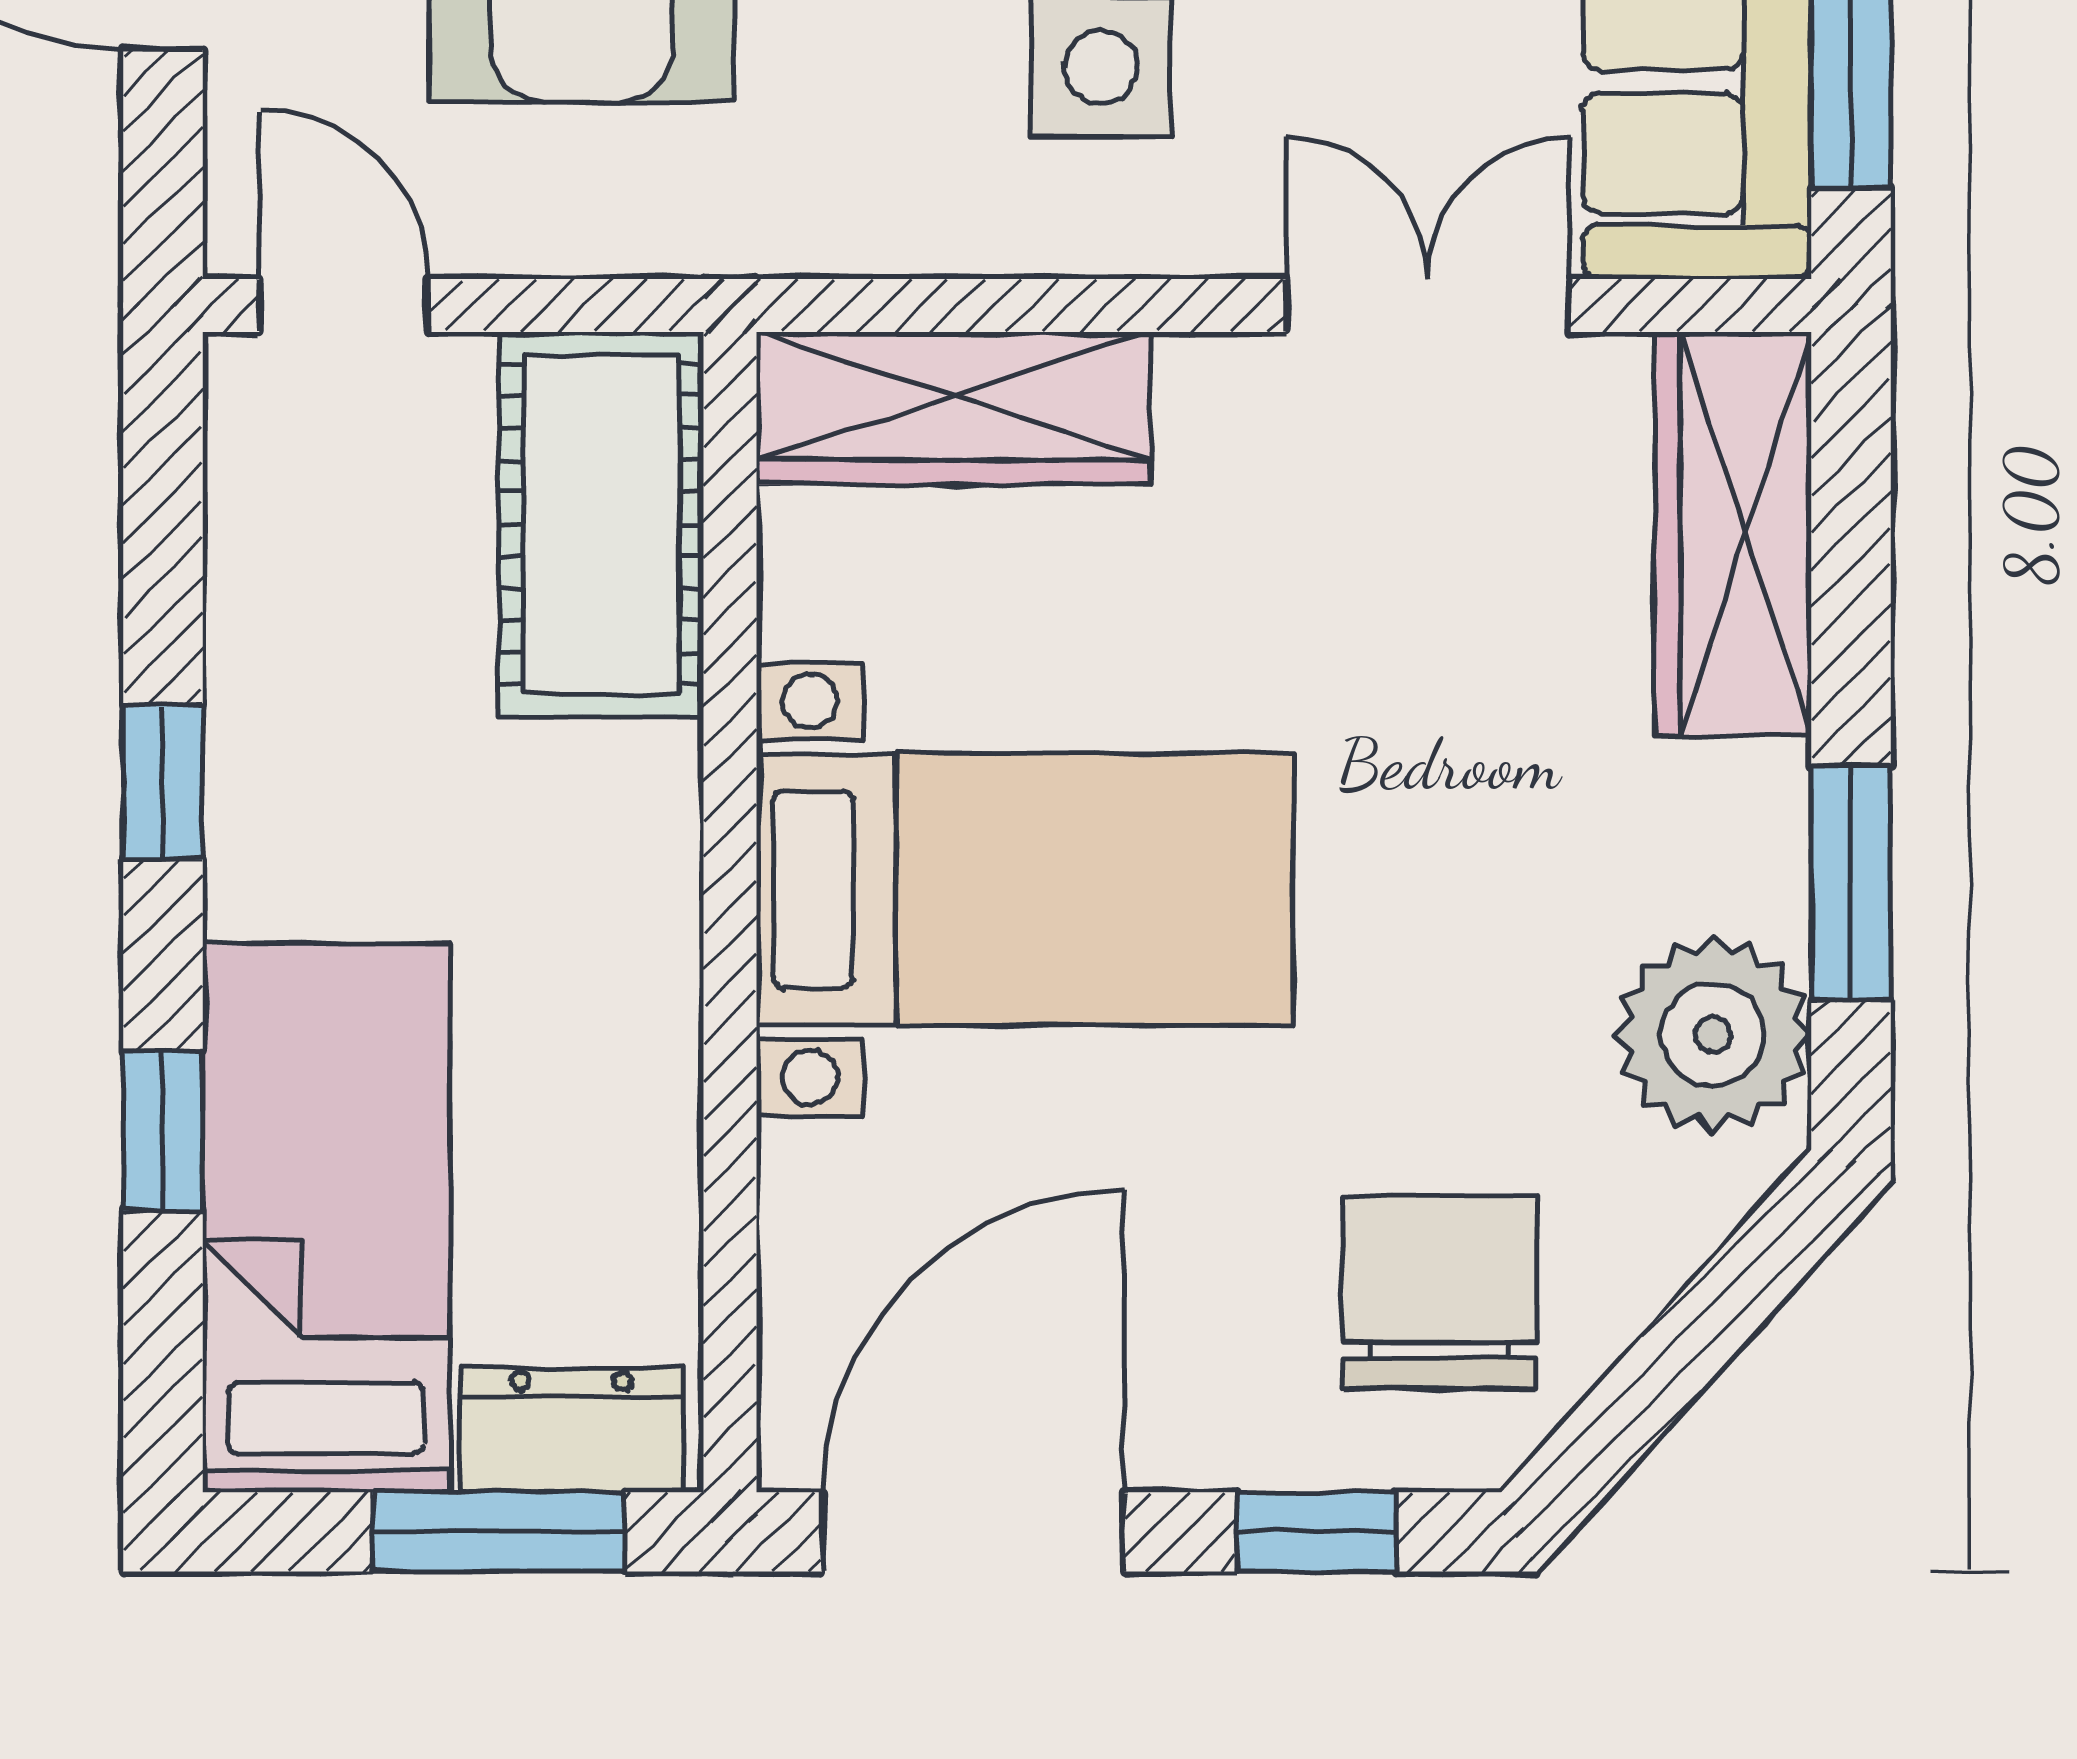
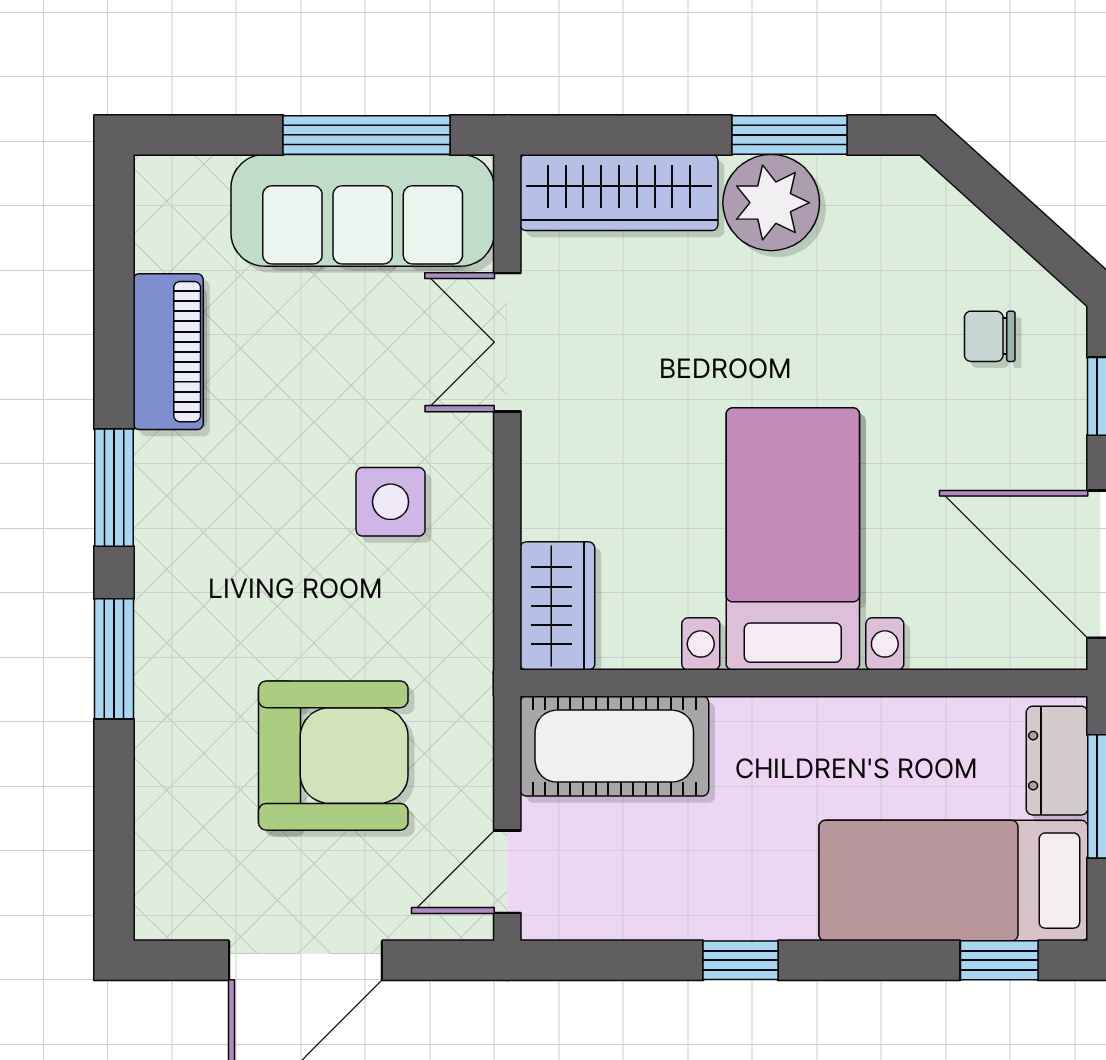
wardrobe: (953, 408) -> (557, 606), width x0.67
plant: (1713, 1035) -> (771, 203), moved
window: (163, 1131) -> (999, 960), moved
chair: (1439, 1292) -> (990, 336), width x0.54, depth x0.54

